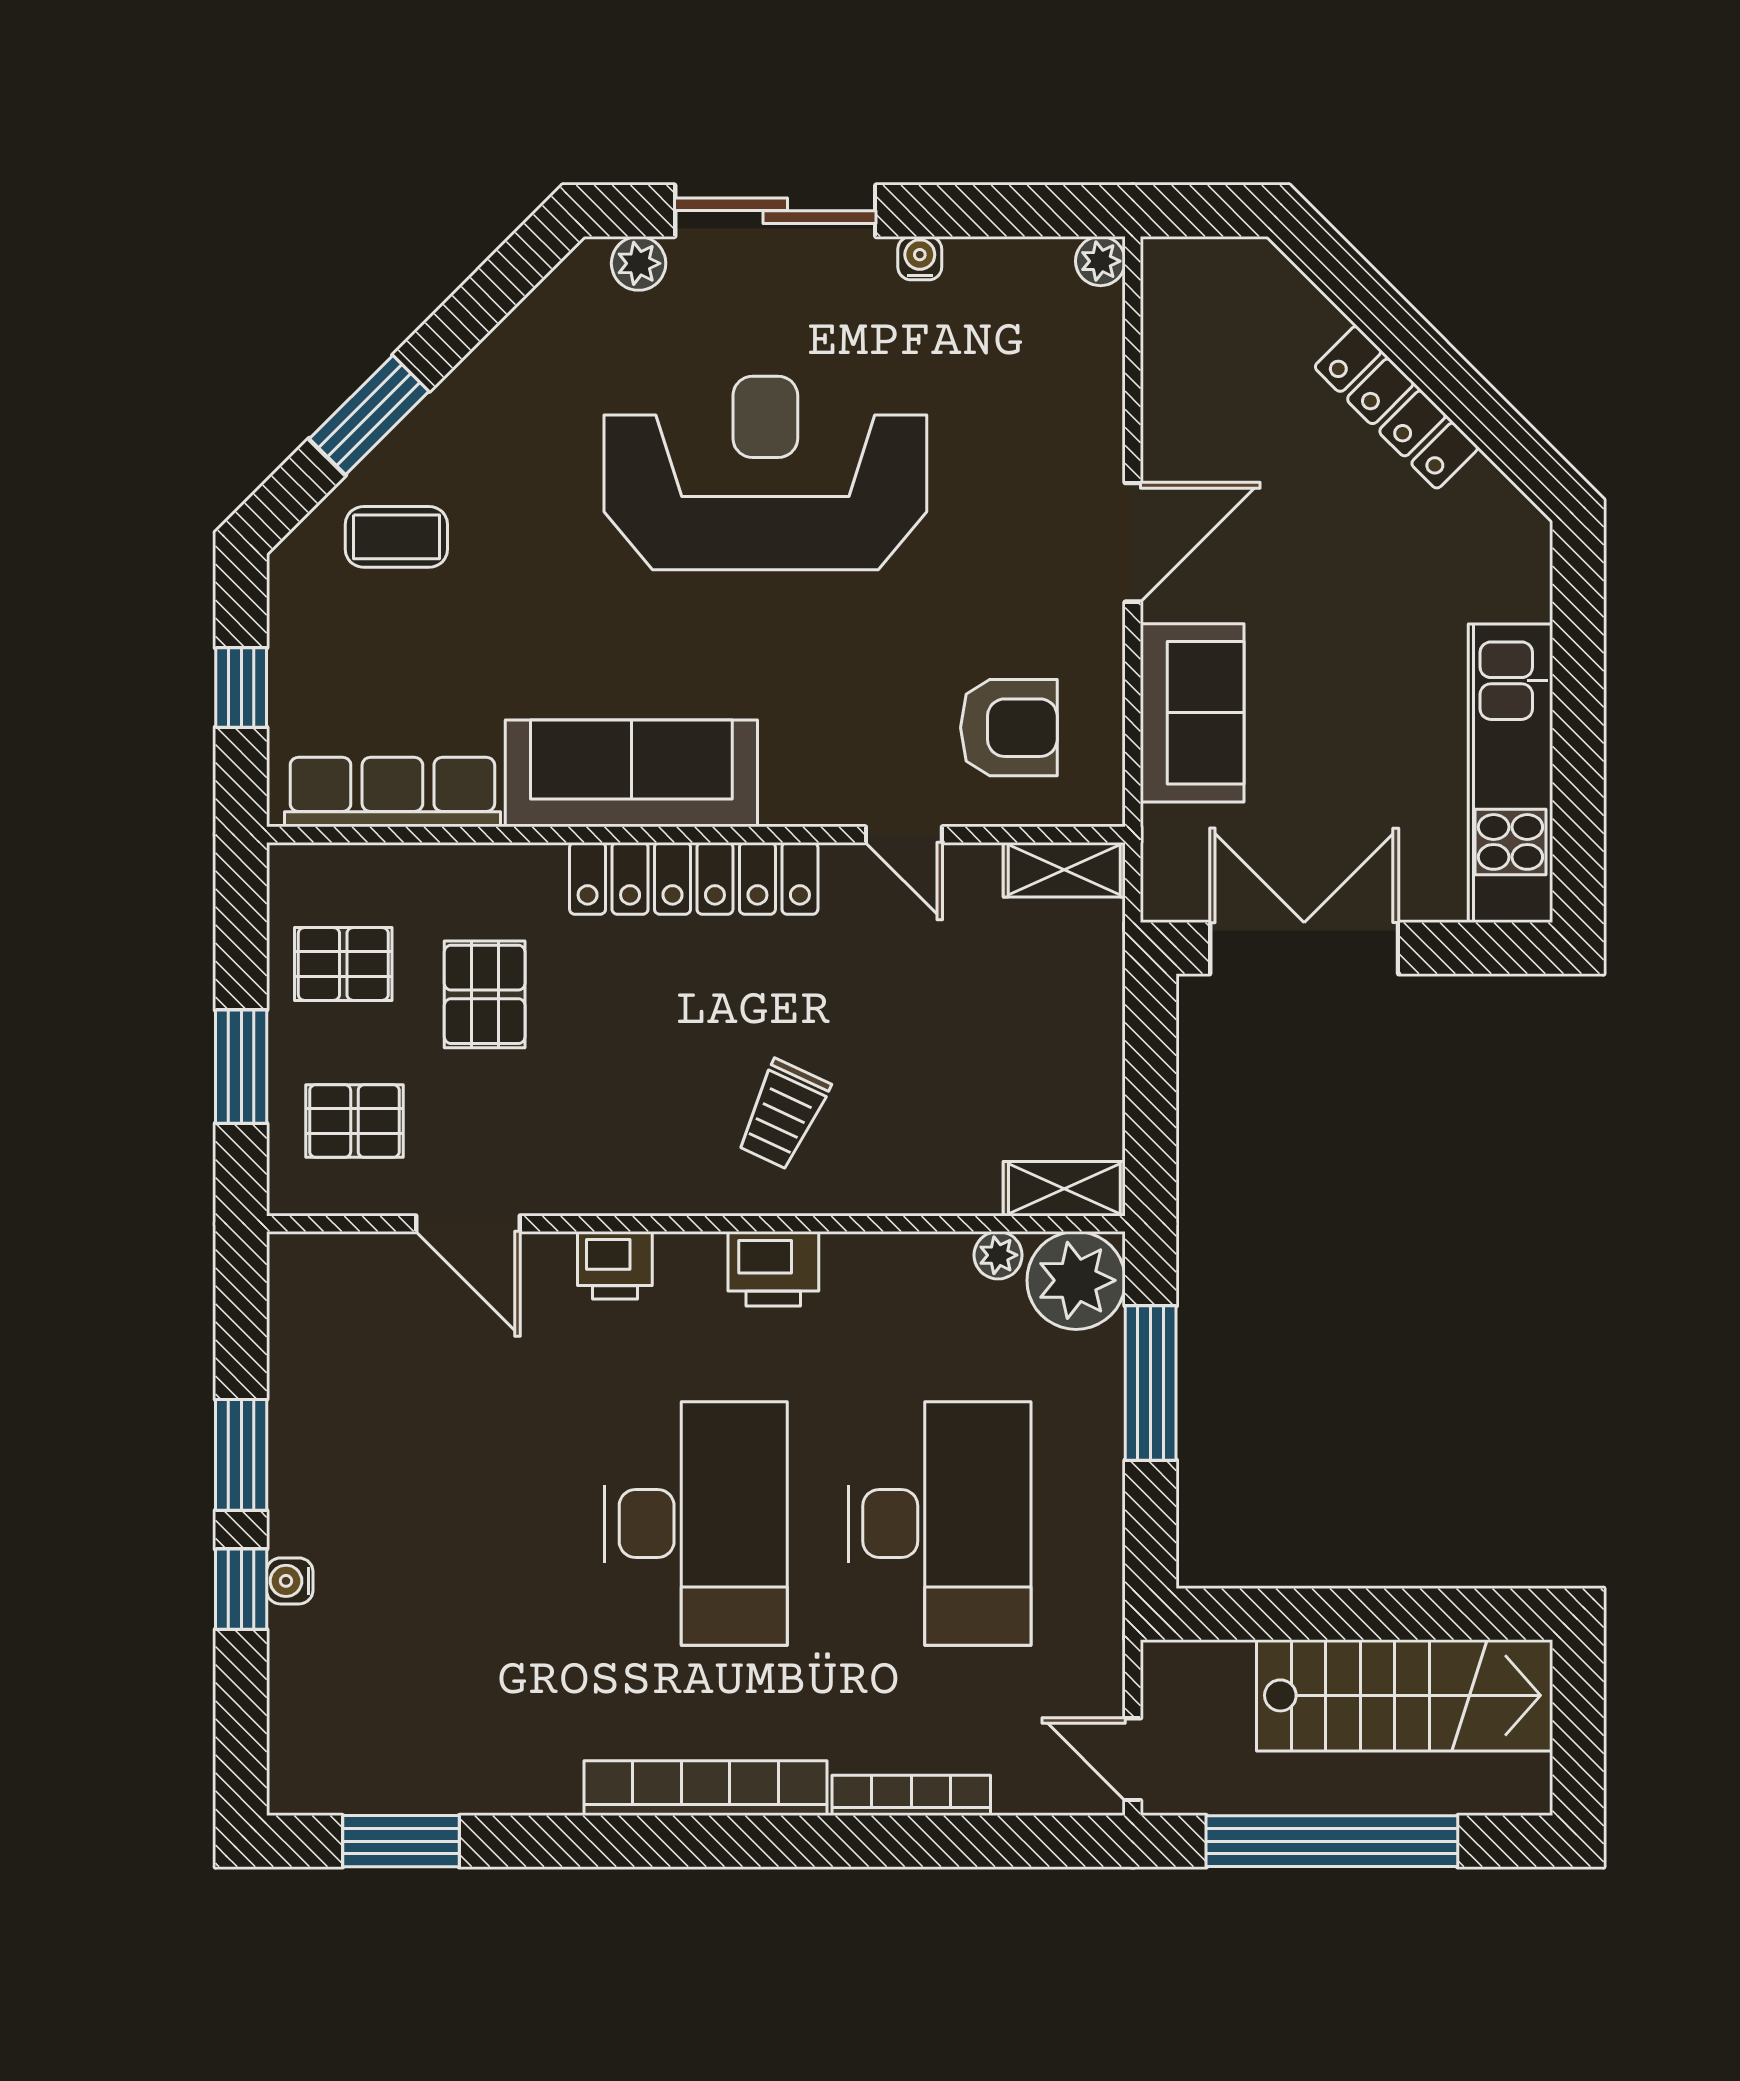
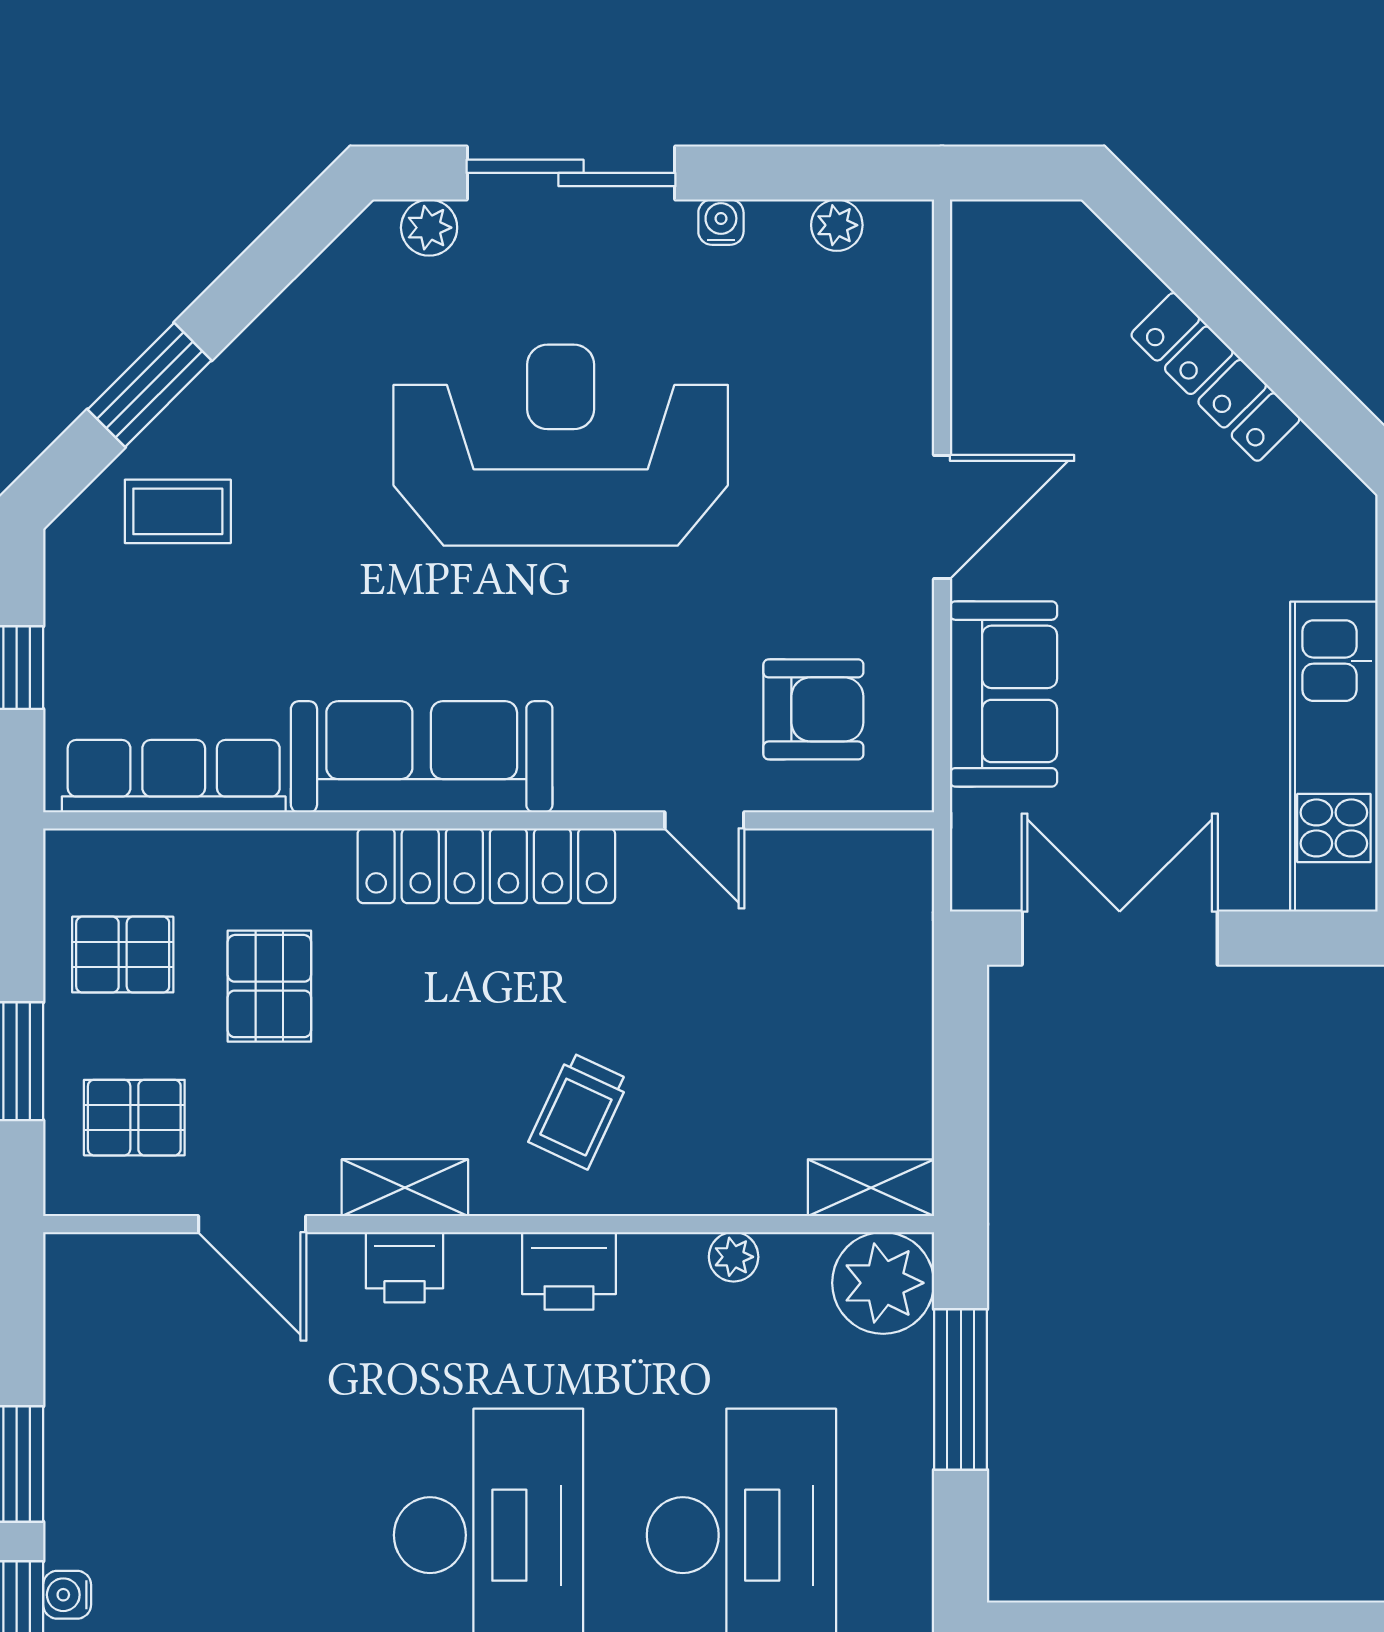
plant: (1100, 261) -> (837, 225), moved
shelving: (1064, 870) -> (405, 1188), moved
plant: (998, 1255) -> (734, 1257), moved

